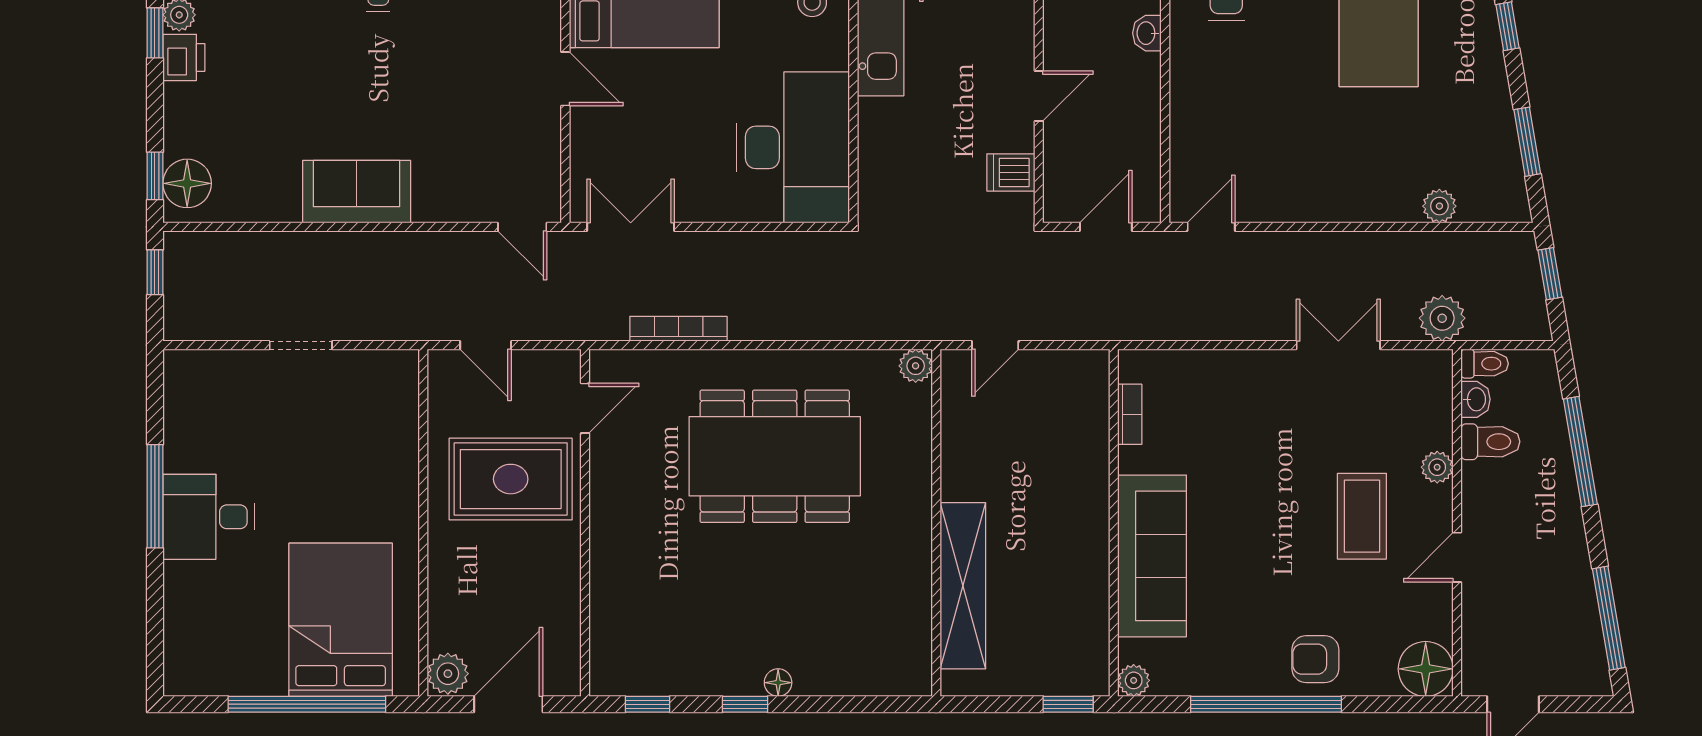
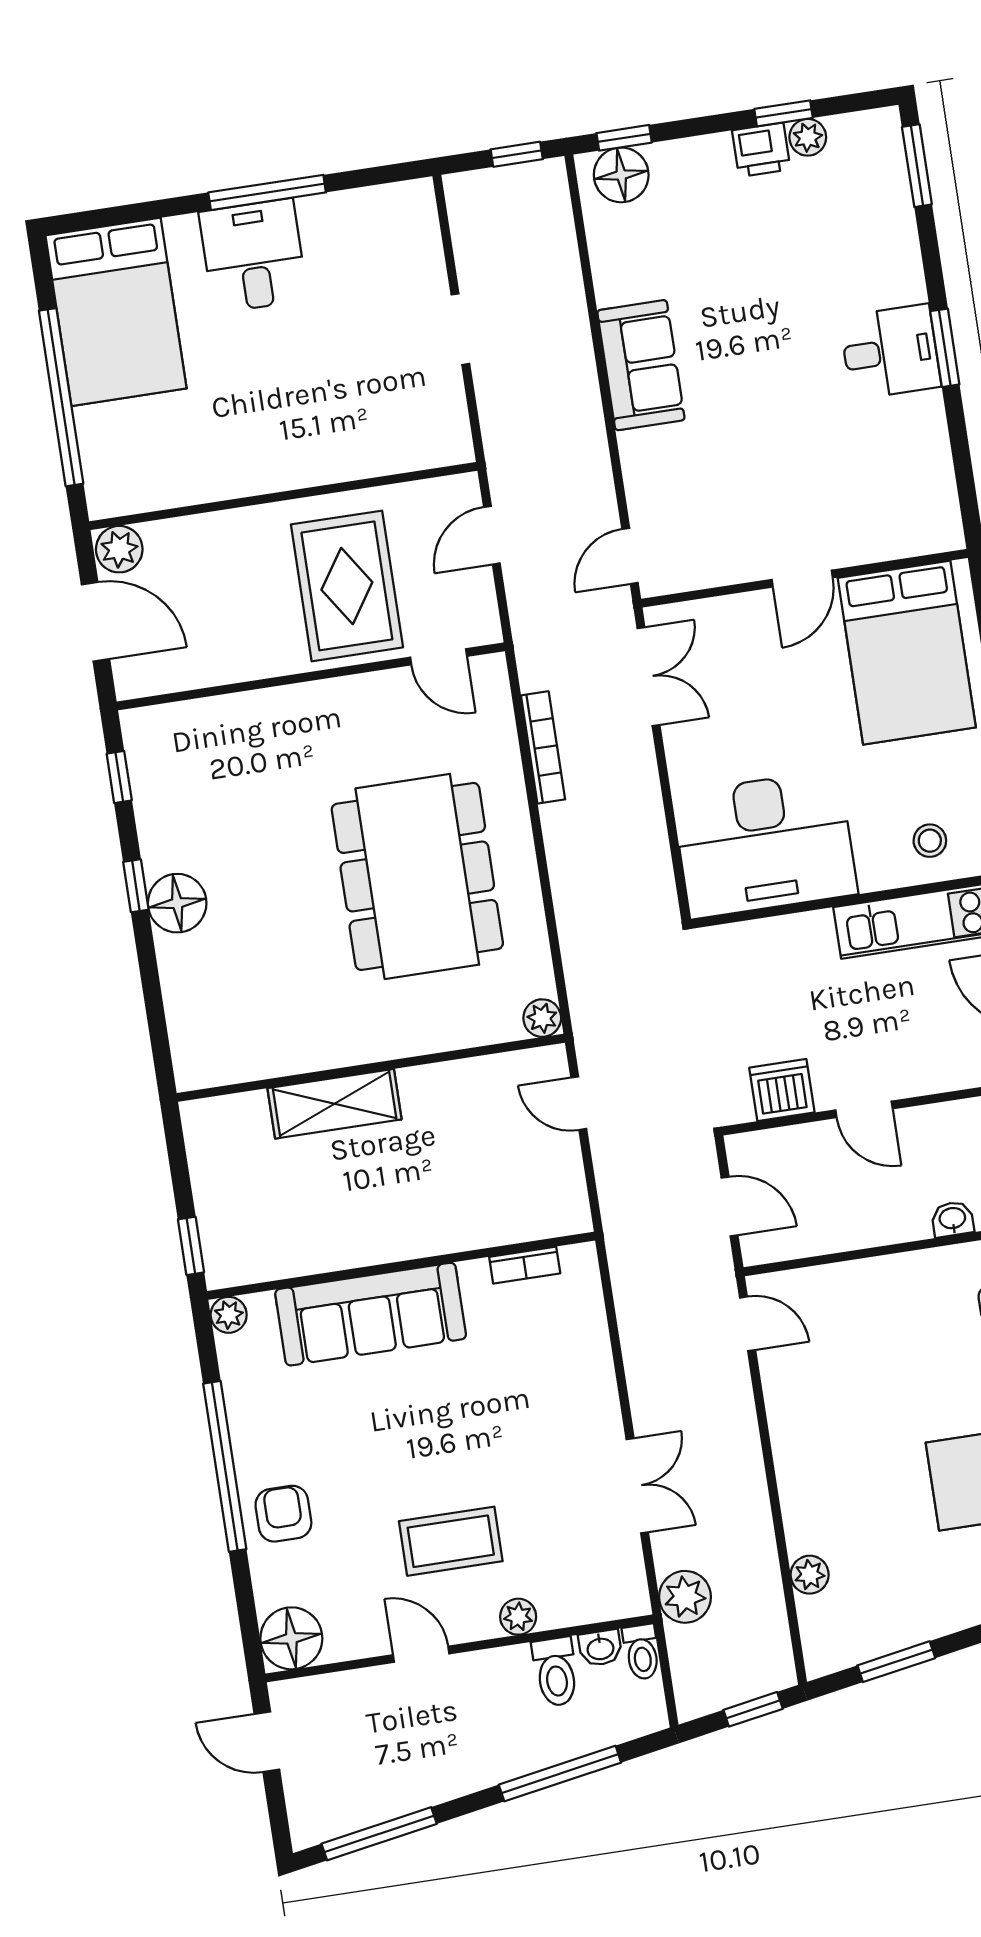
dishwasher: (1011, 172) -> (782, 1090), width x1.38
shelving: (963, 586) -> (335, 1104), width x0.68
bed: (341, 620) -> (116, 312), moved, turned 90
floor lamp: (778, 683) -> (177, 903), width x1.89, depth x1.89

